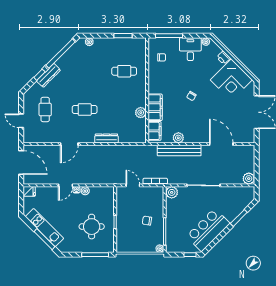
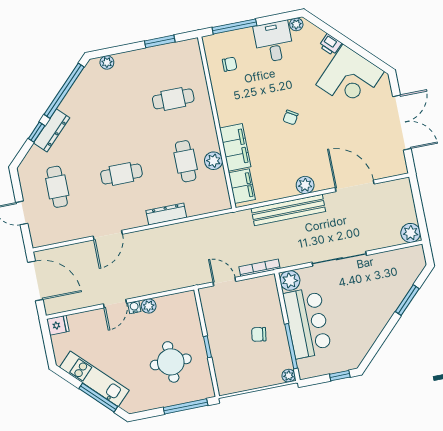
cafe table: (124, 110) -> (186, 161), added
plant: (178, 138) -> (305, 185), moved
bar counter: (208, 230) -> (307, 323), moved, turned 135

